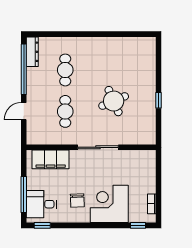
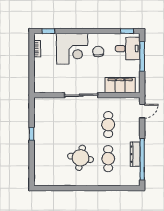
dresser: (32, 52) -> (135, 154), moved
round table: (114, 101) -> (81, 158), moved, turned 33
door: (24, 111) -> (142, 111), moved

